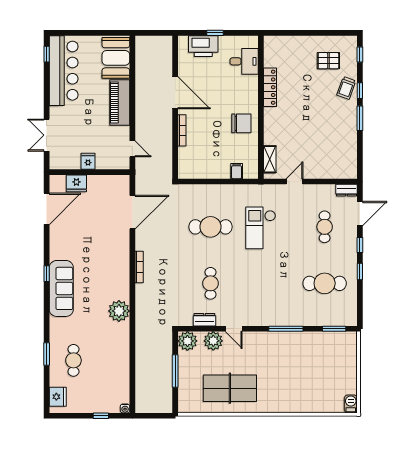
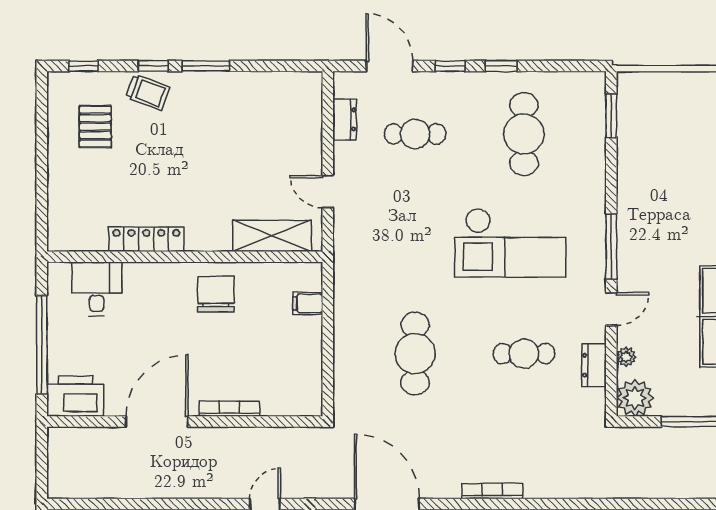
window: (215, 33) -> (42, 345), width x3.17
printer: (203, 46) -> (75, 396), moved, turned -90
shelving: (270, 159) -> (272, 236), width x1.50, depth x1.33
dresser: (346, 190) -> (345, 119), moved
checkout: (261, 228) -> (510, 243), moved, width x1.36, depth x1.21
window: (286, 329) -> (611, 246), moved
plant: (213, 341) -> (626, 357), width x0.53, depth x0.53

